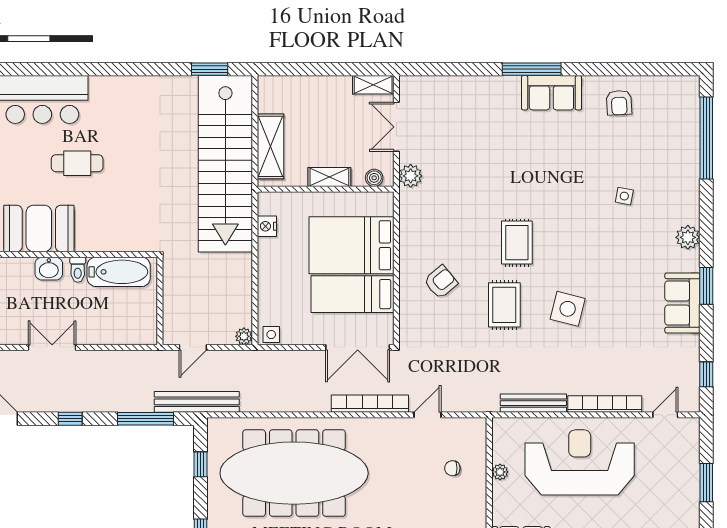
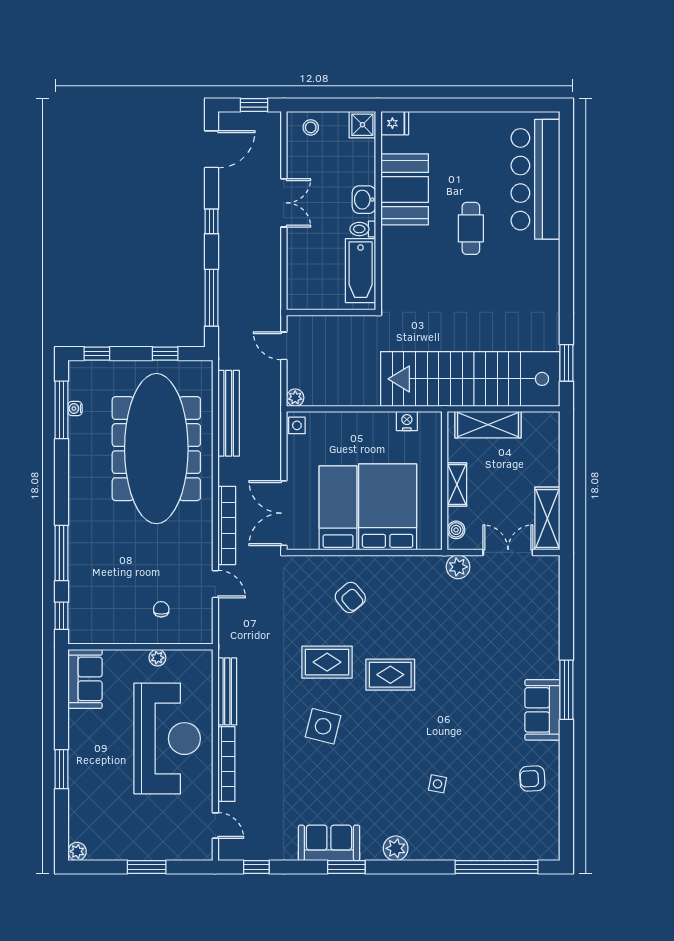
shelving: (373, 85) -> (547, 518), width x1.50, depth x1.33
bench: (197, 402) -> (229, 413), moved

